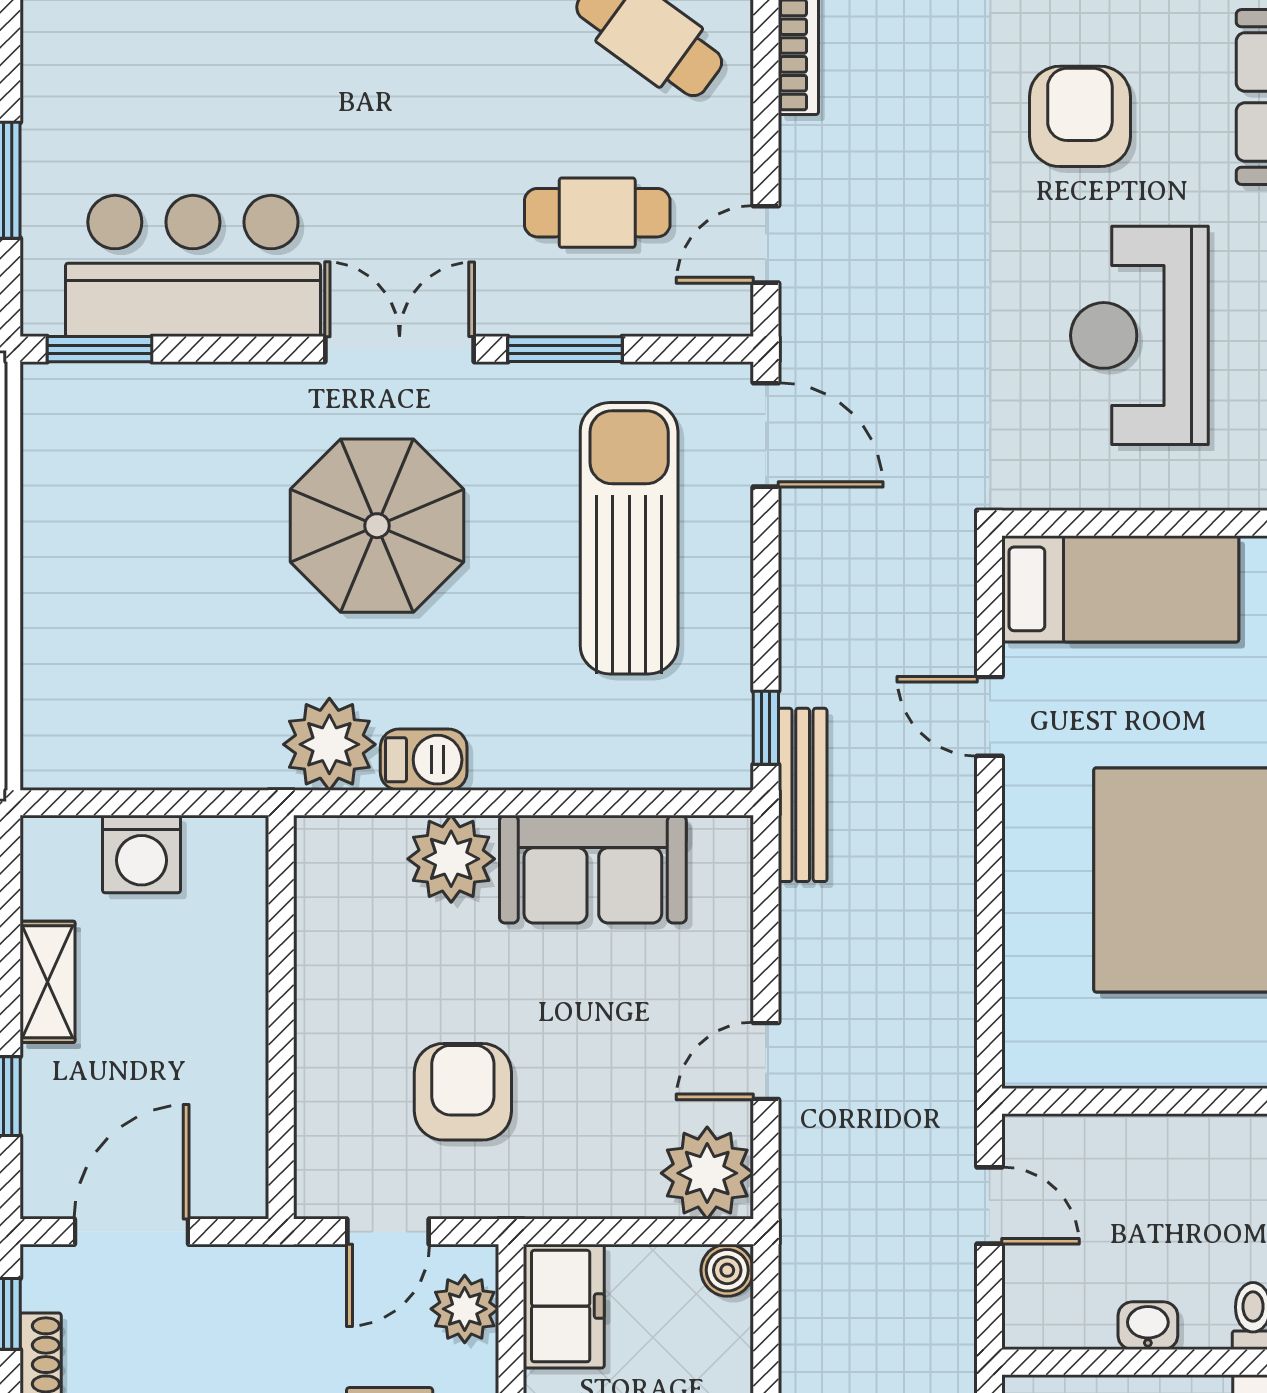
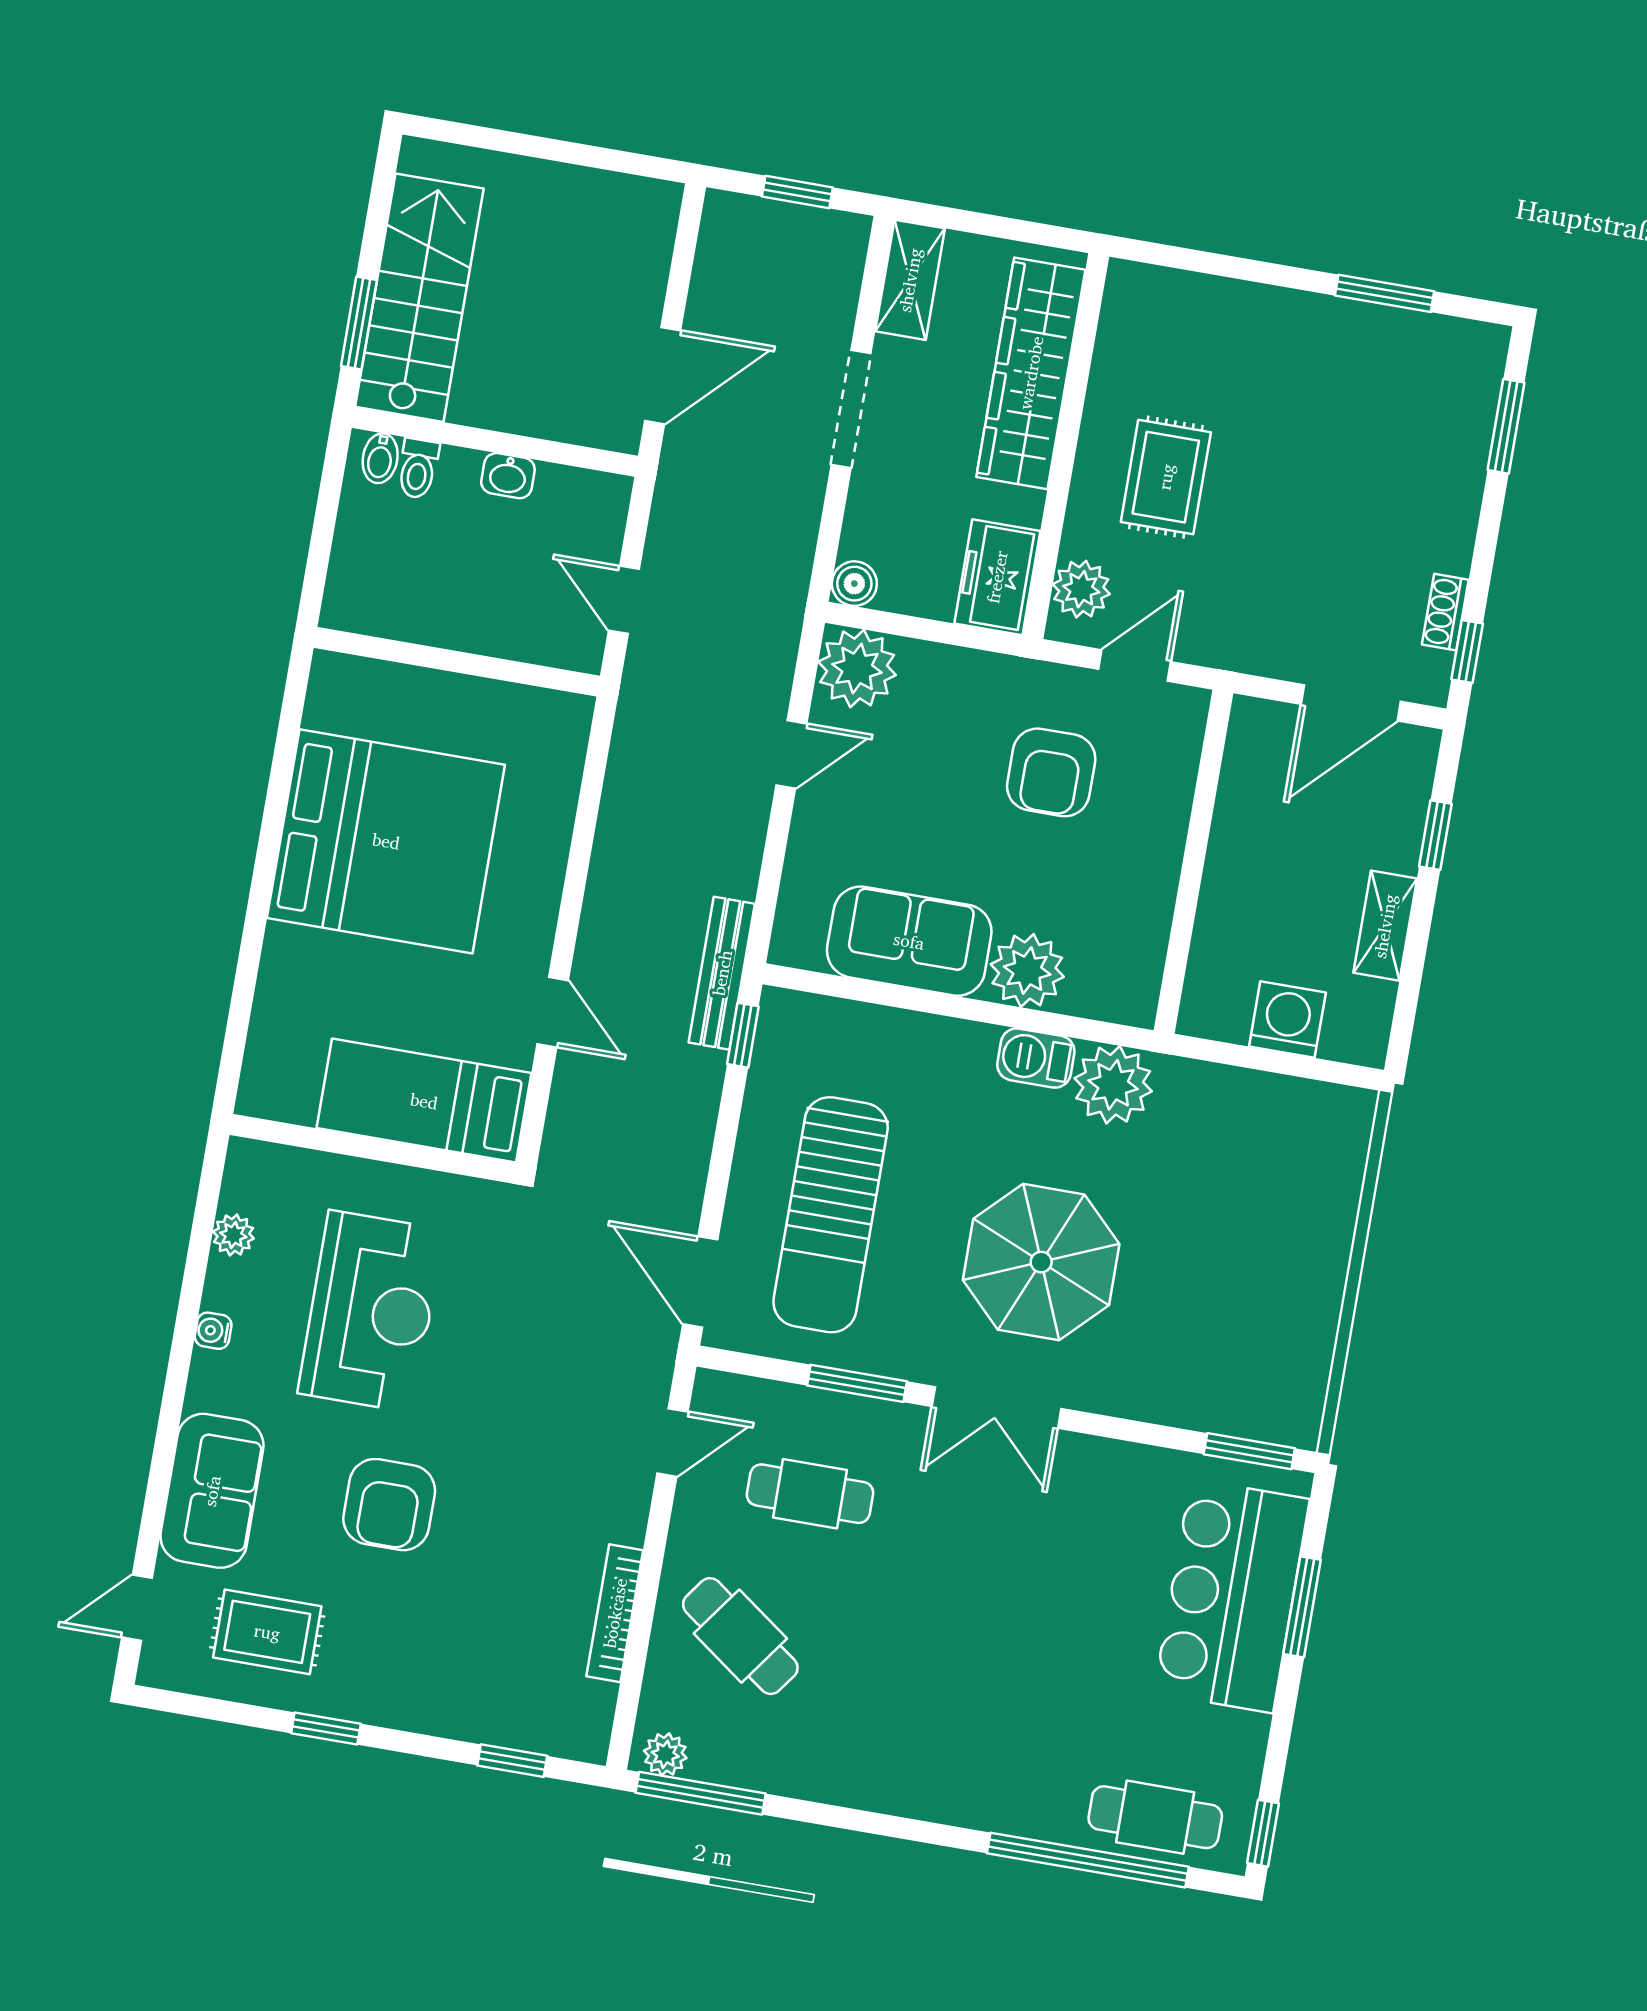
bar counter: (193, 266) -> (1232, 1596), moved, turned 90

